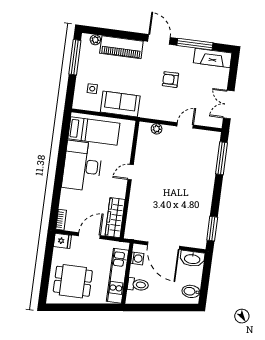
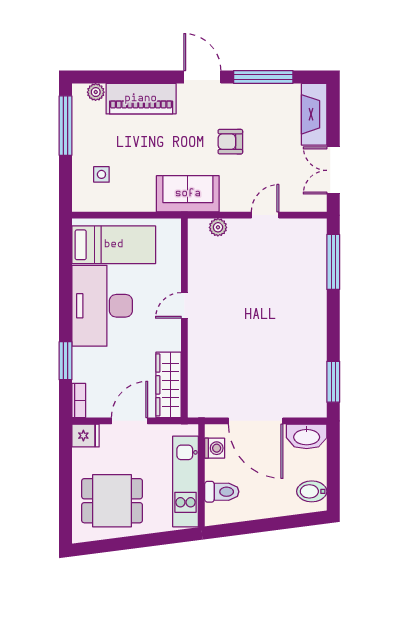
fireplace: (213, 58) -> (314, 114), moved, turned 90
sofa: (120, 104) -> (188, 194), moved
window: (56, 195) -> (65, 361), added

